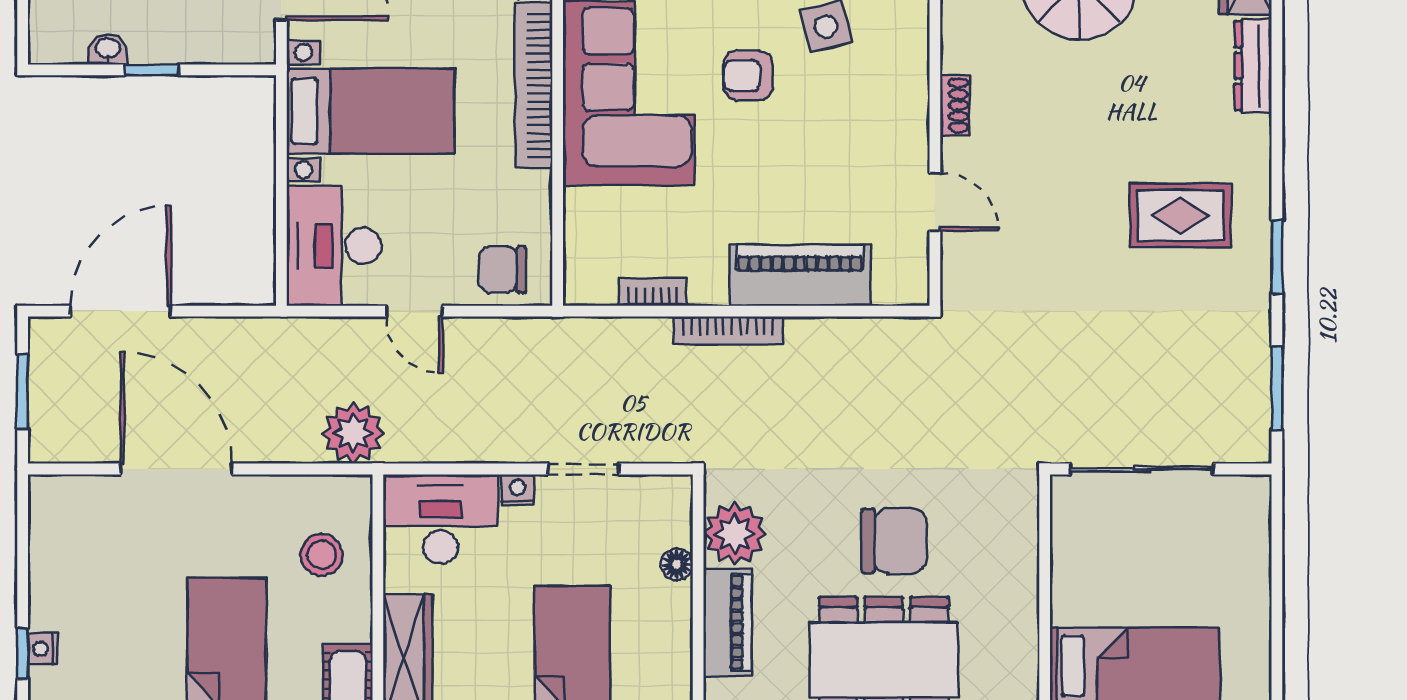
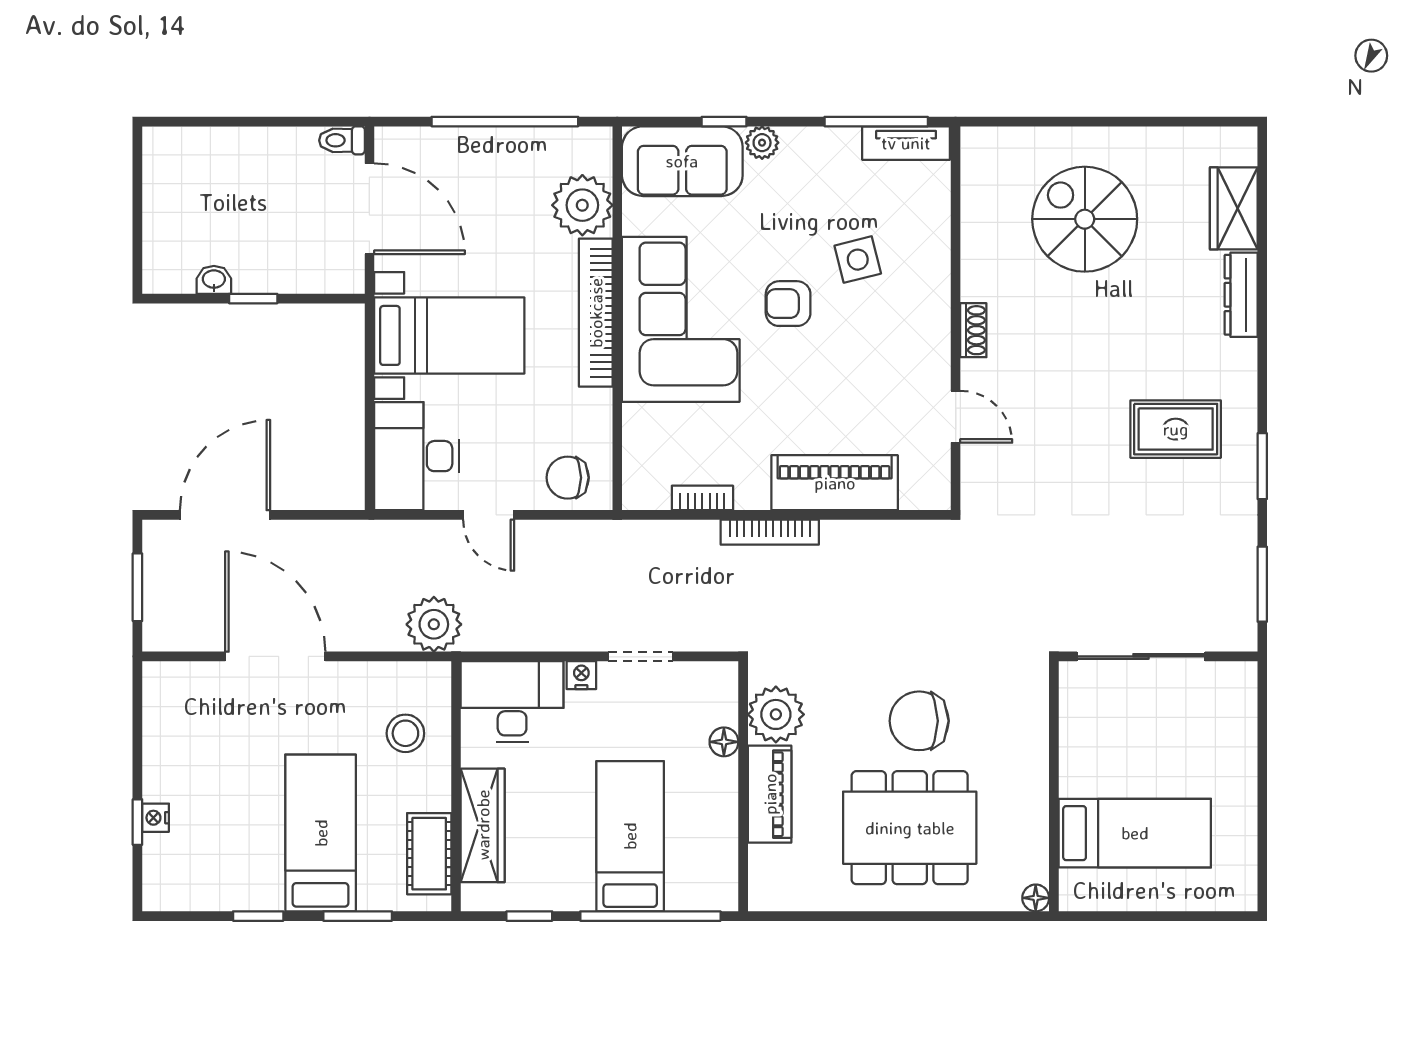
chair: (894, 541) -> (919, 721), turned 180

